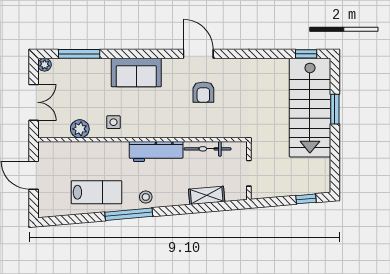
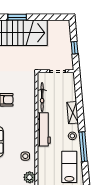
shelving: (207, 195) -> (73, 113), moved
window: (306, 199) -> (75, 48), moved

